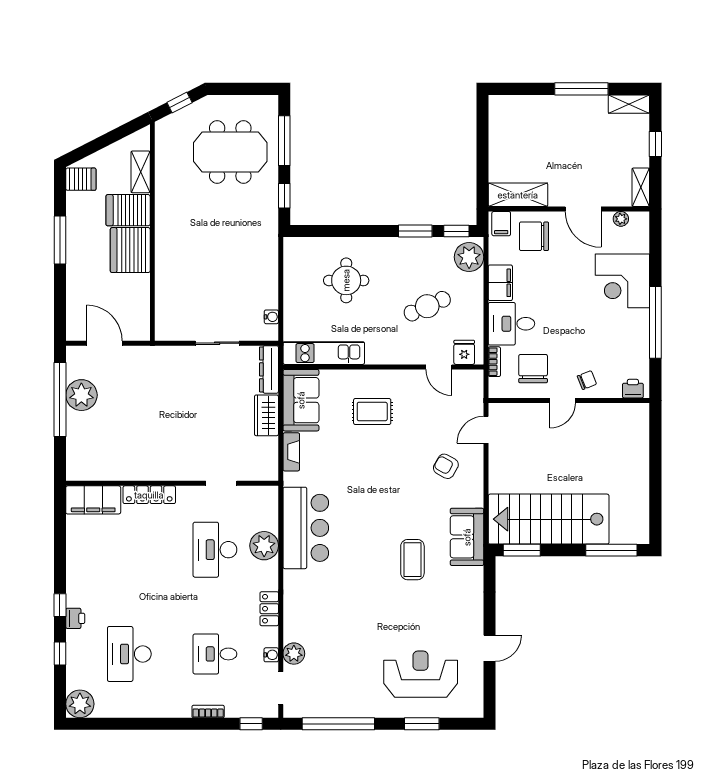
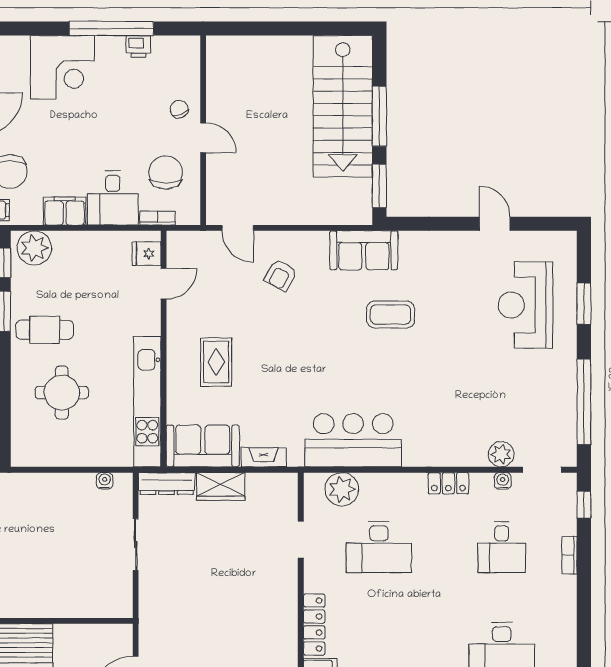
cafe table: (427, 306) -> (45, 330), moved, turned -66
kitchen unit: (324, 353) -> (147, 402), width x1.36
chair: (533, 369) -> (166, 173), turned 90
printer: (633, 389) -> (138, 47), moved, turned -90
stairs: (549, 519) -> (343, 106), moved
plant: (264, 546) -> (342, 489), moved
window: (611, 550) -> (379, 116), moved

